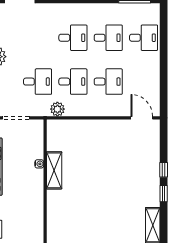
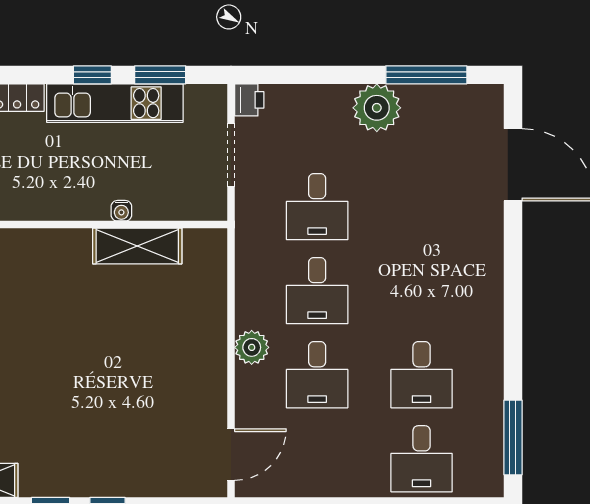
desk: (73, 38) -> (422, 291), removed
plant: (57, 109) -> (252, 347), moved
shelving: (54, 170) -> (137, 246), moved

